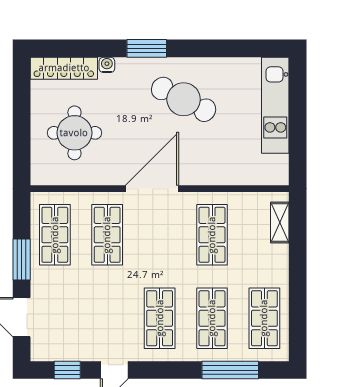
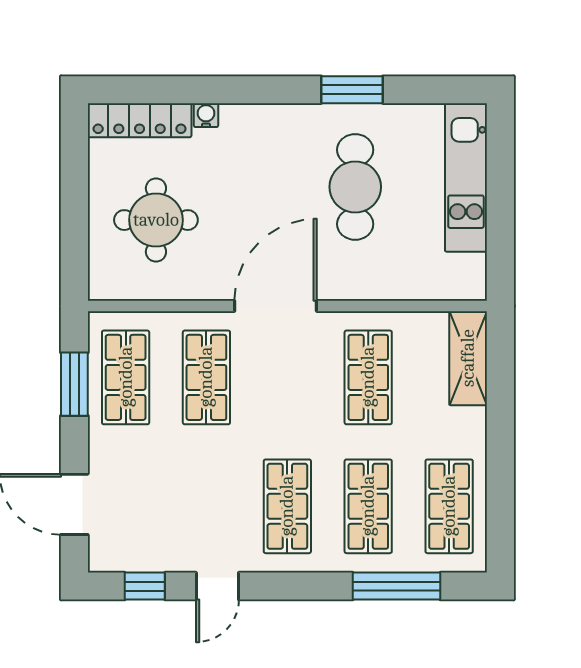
window: (147, 48) -> (352, 90), moved
cafe table: (184, 99) -> (355, 187), moved, turned 63
shelving: (280, 222) -> (468, 358), width x1.50, depth x1.33
window: (22, 260) -> (74, 384), moved

